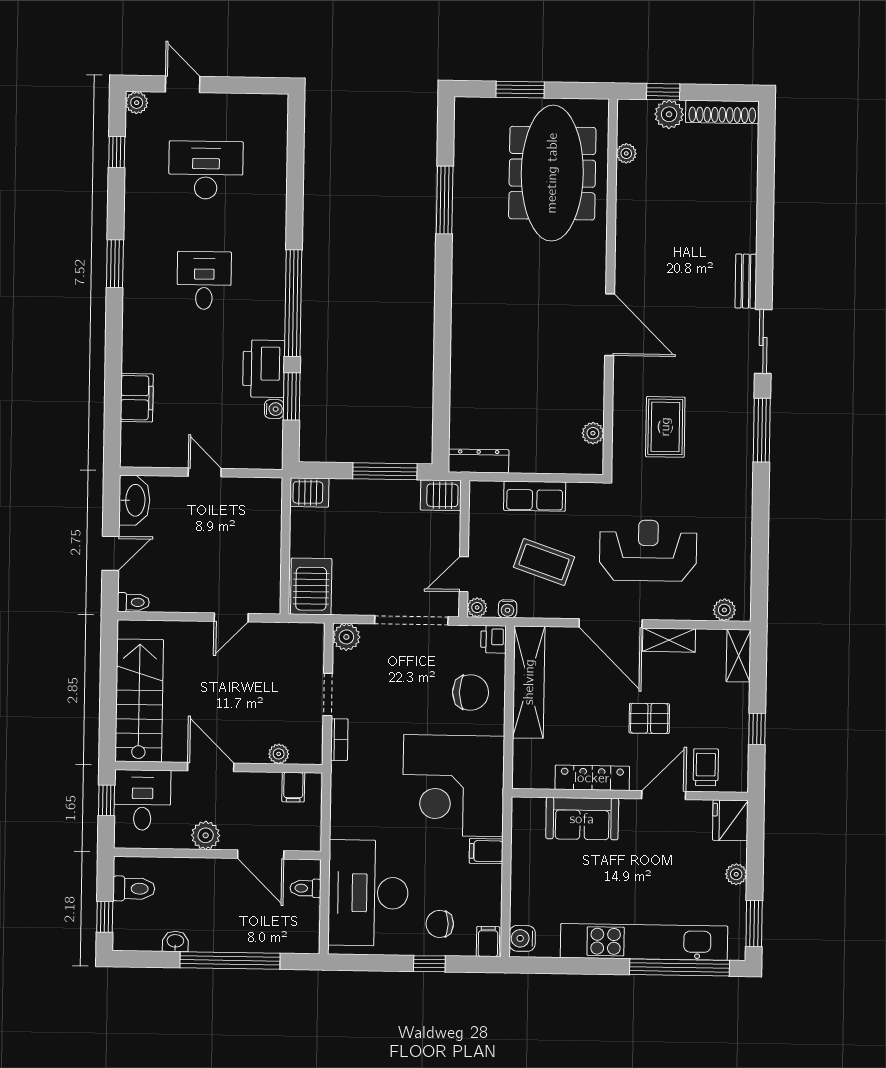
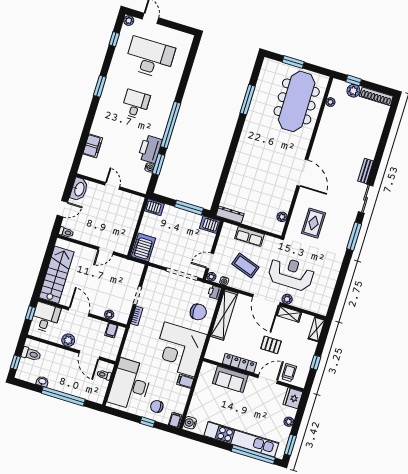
desk: (206, 170) -> (150, 58), width x1.36, depth x1.30
plant: (724, 610) -> (287, 299), moved
plant: (346, 637) -> (152, 273), removed

